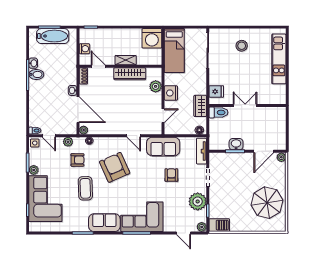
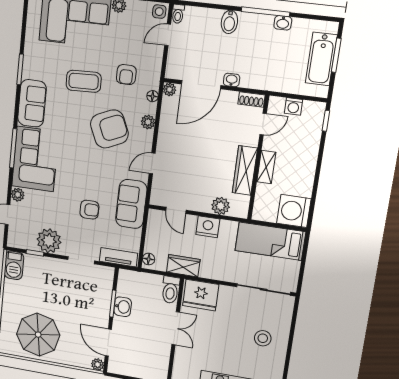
bidet: (36, 74) -> (229, 22), moved
fridge: (216, 91) -> (201, 295), width x1.88, depth x1.34
plant: (68, 142) -> (148, 122), moved
plant: (202, 227) -> (18, 195), moved

